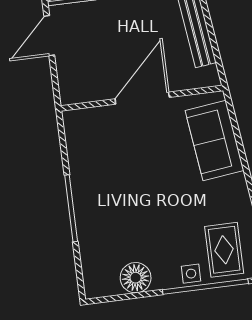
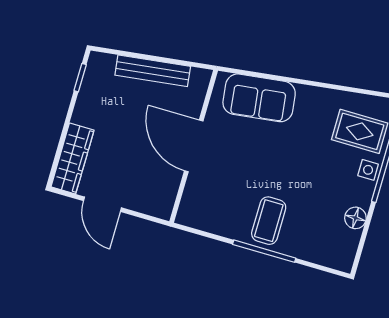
coffee table: (102, 200) -> (269, 221), added
floor lamp: (136, 278) -> (355, 218), width x0.73, depth x0.73

